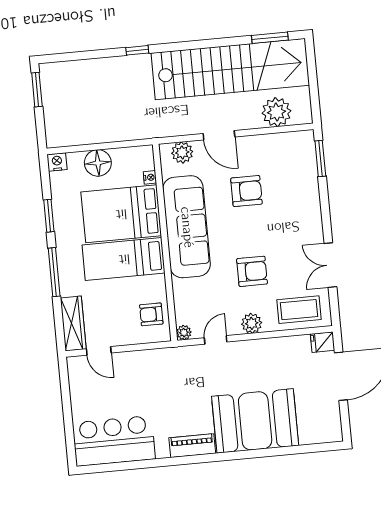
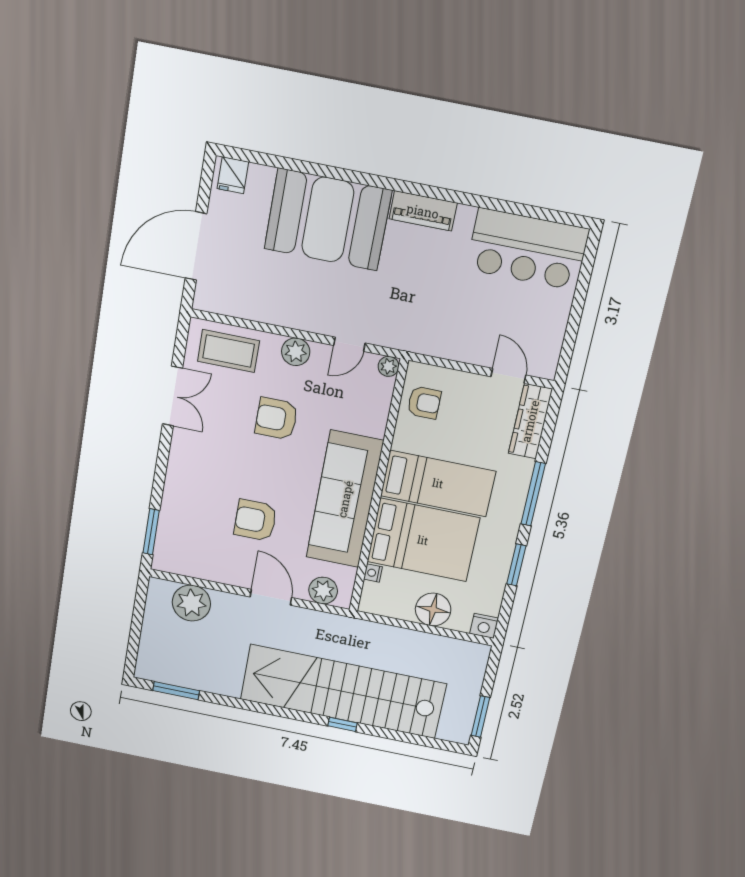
stairs: (230, 69) -> (343, 691), moved
fridge: (323, 342) -> (233, 175), moved, turned 90

